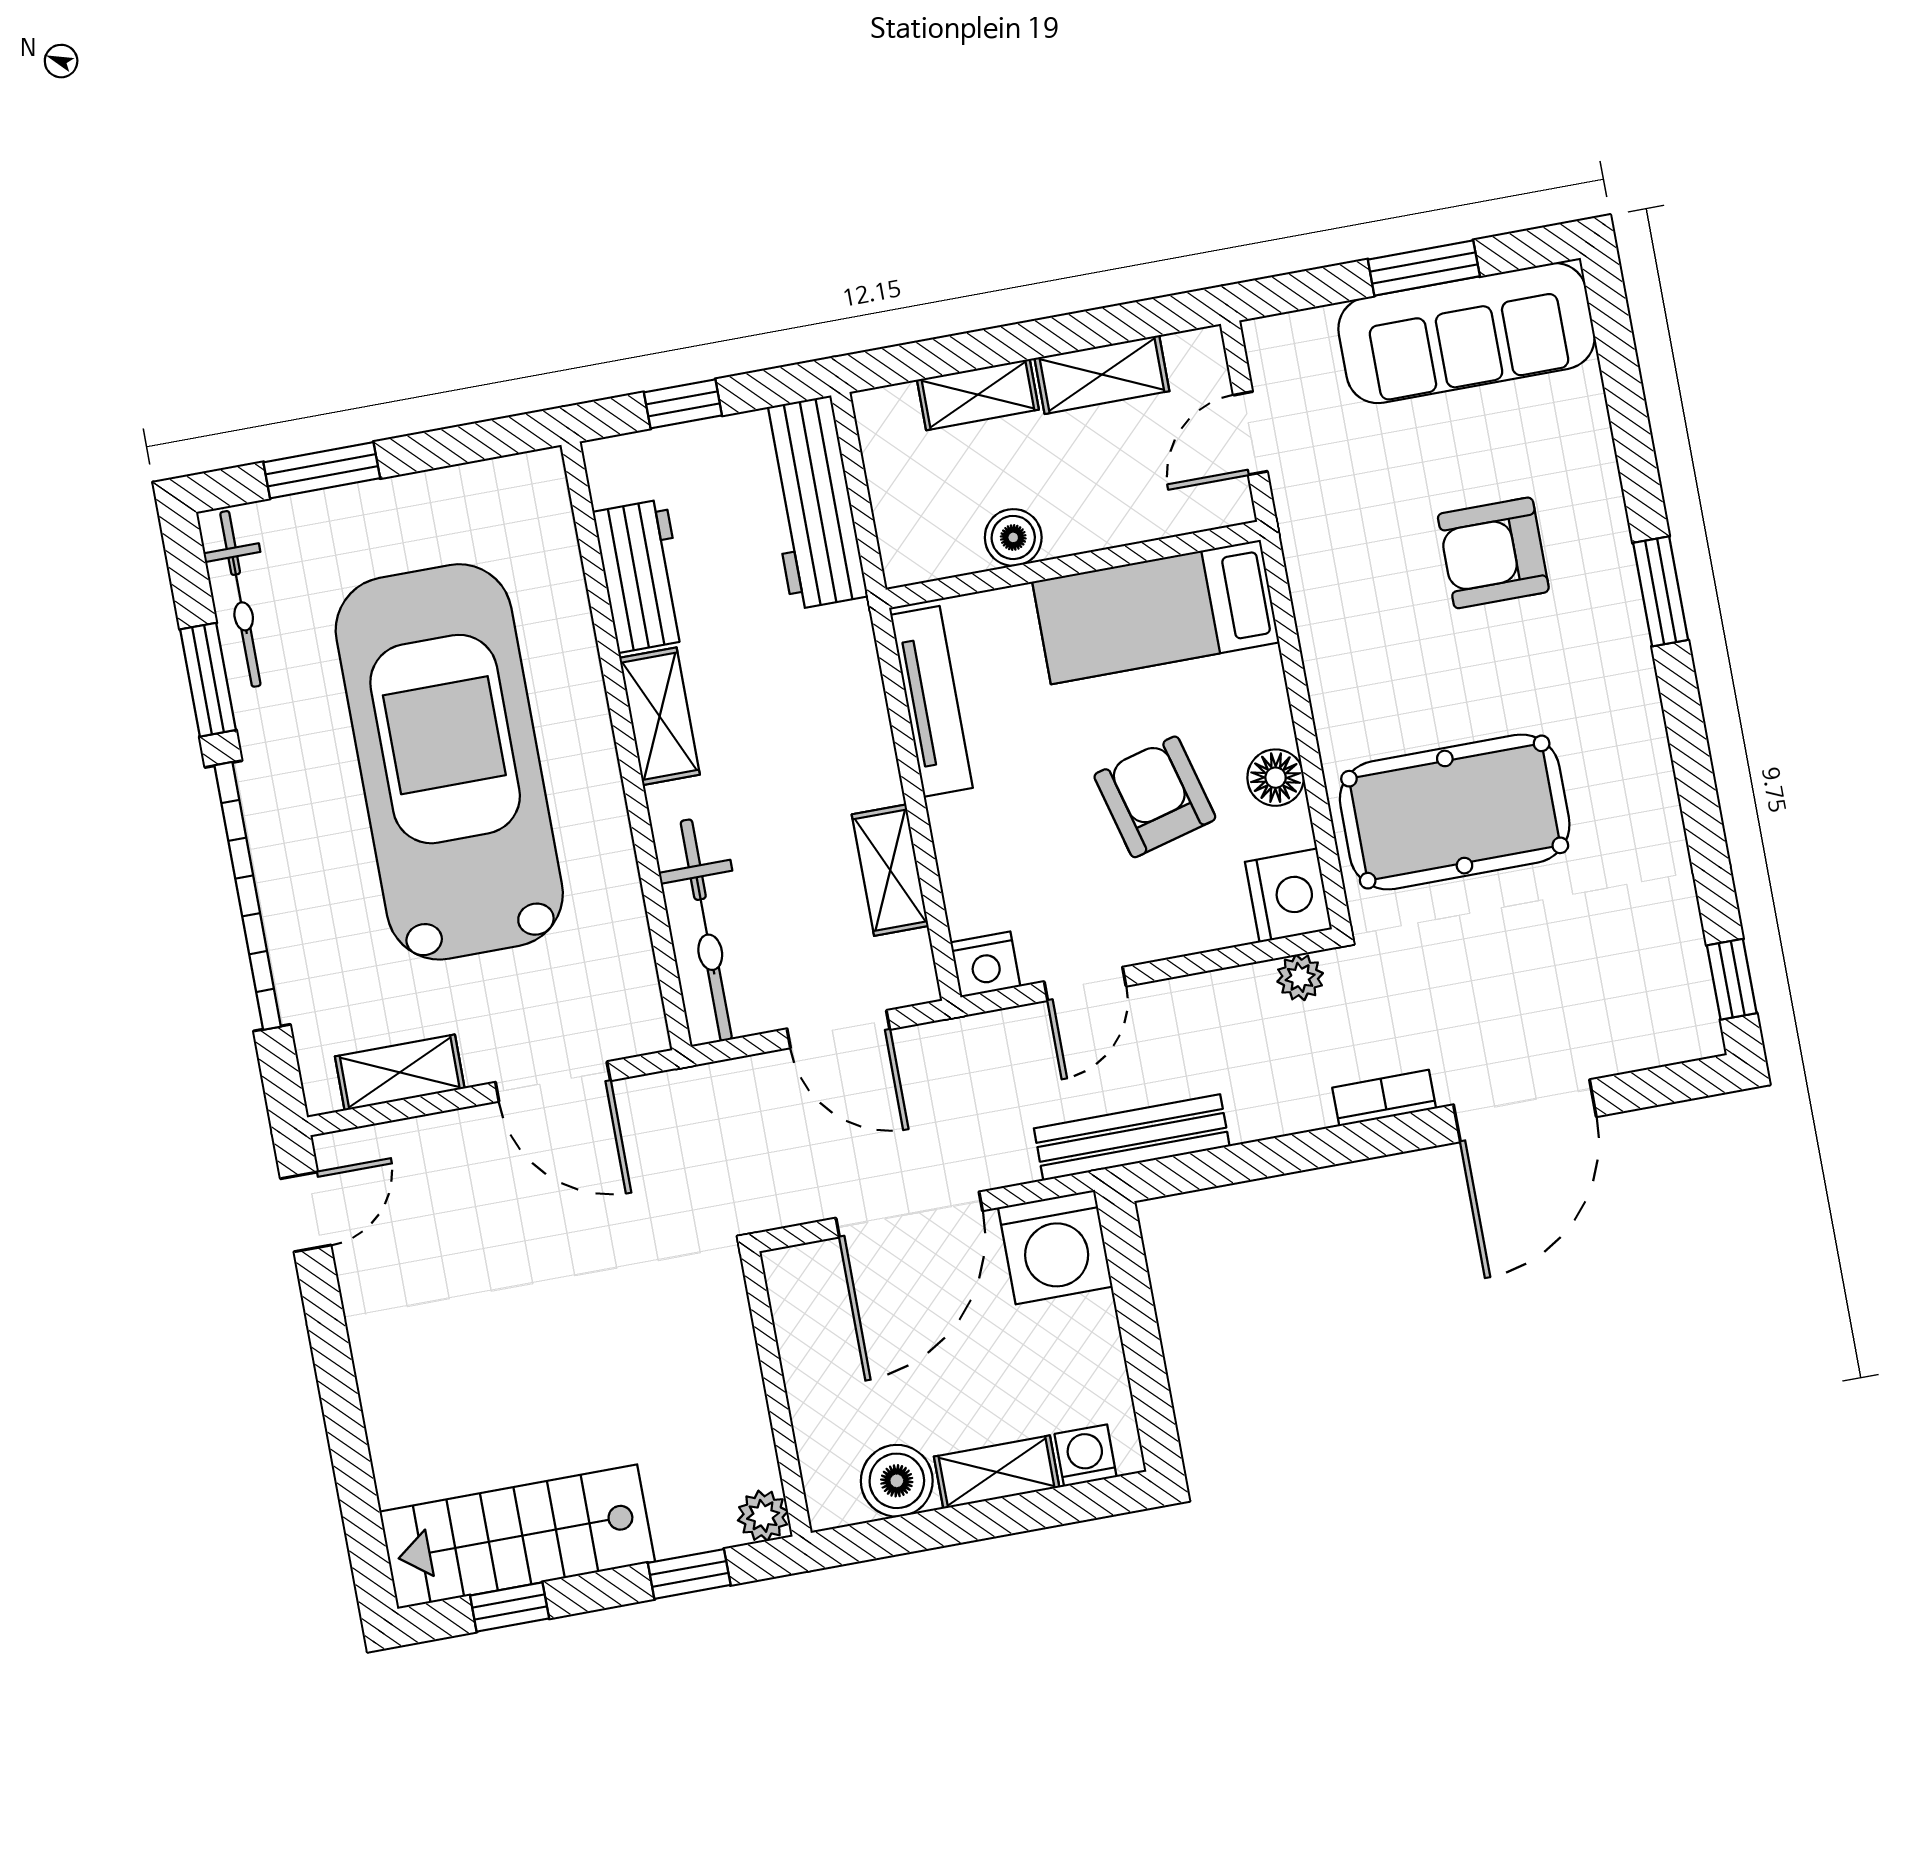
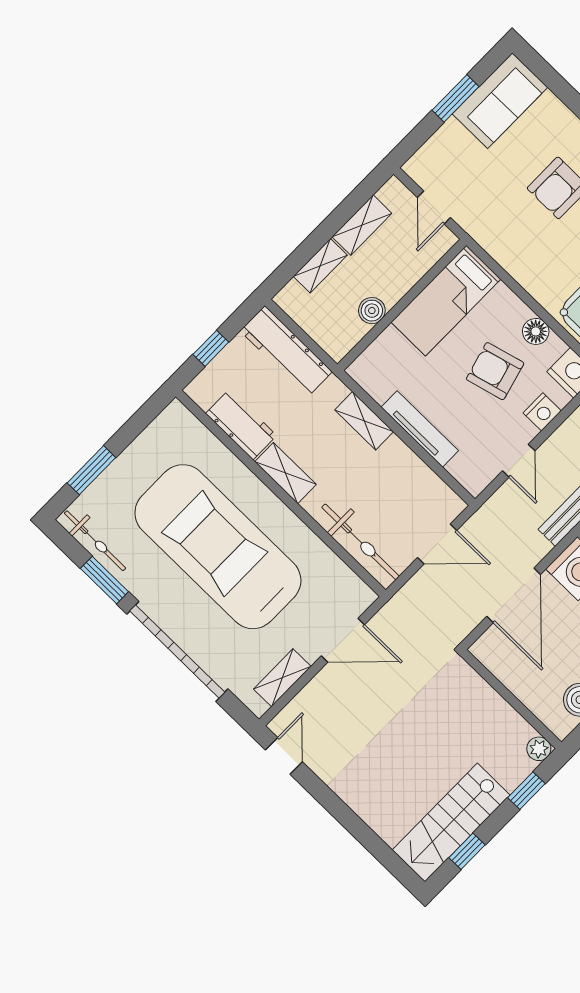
sofa: (1467, 333) -> (500, 101), width x0.73
tv unit: (932, 701) -> (420, 429), moved
shelving: (890, 870) -> (364, 421), moved
nightstand: (985, 964) -> (542, 412), moved

